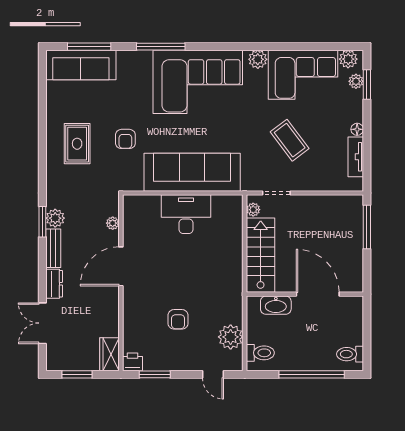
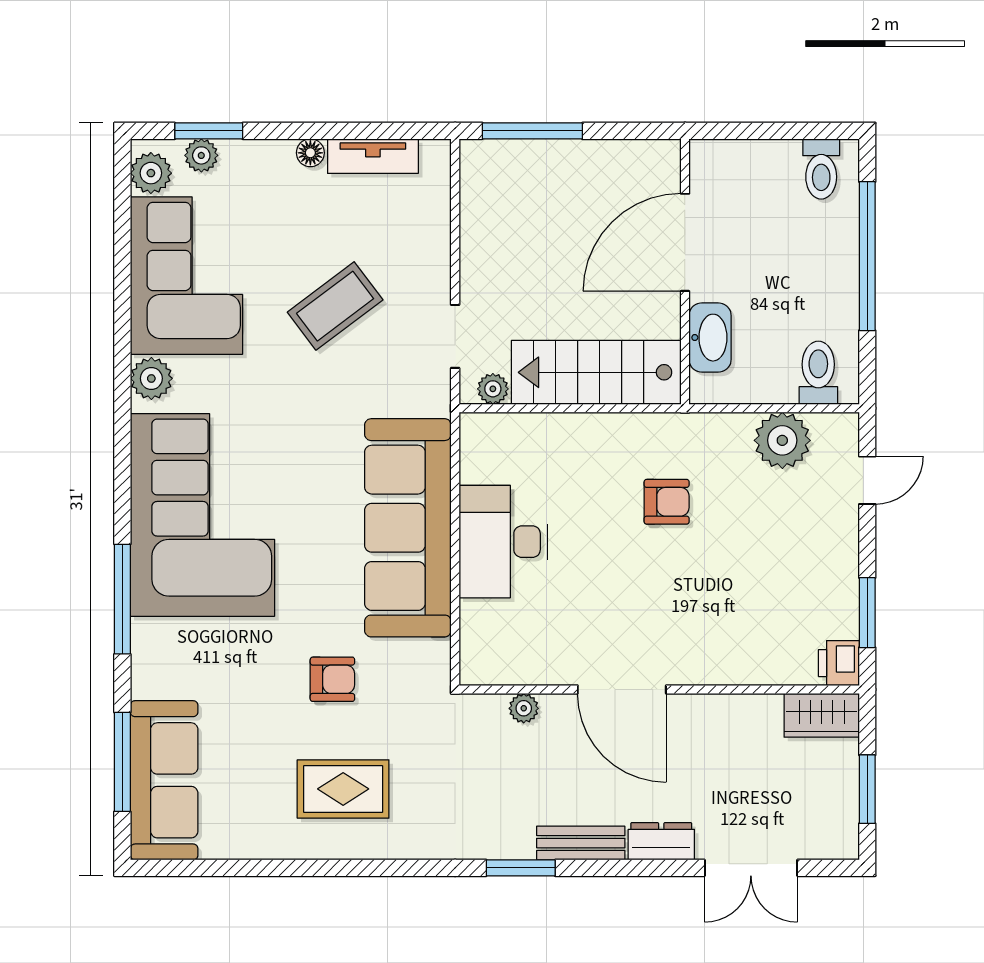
plant: (55, 218) -> (512, 839), removed
armchair: (178, 319) -> (667, 502), moved

